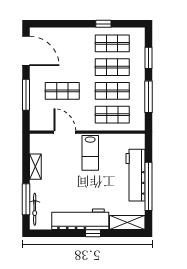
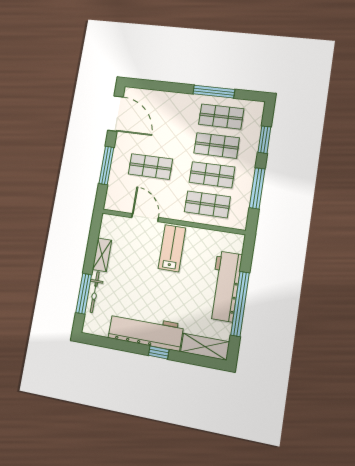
window: (103, 24) -> (214, 92), width x2.17
lab bench: (90, 153) -> (172, 248), turned 180
bicycle: (35, 209) -> (95, 292), moved

